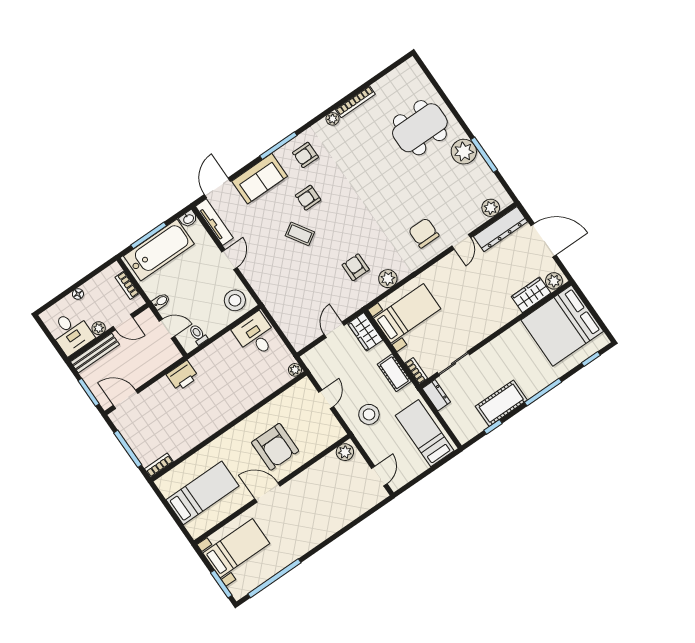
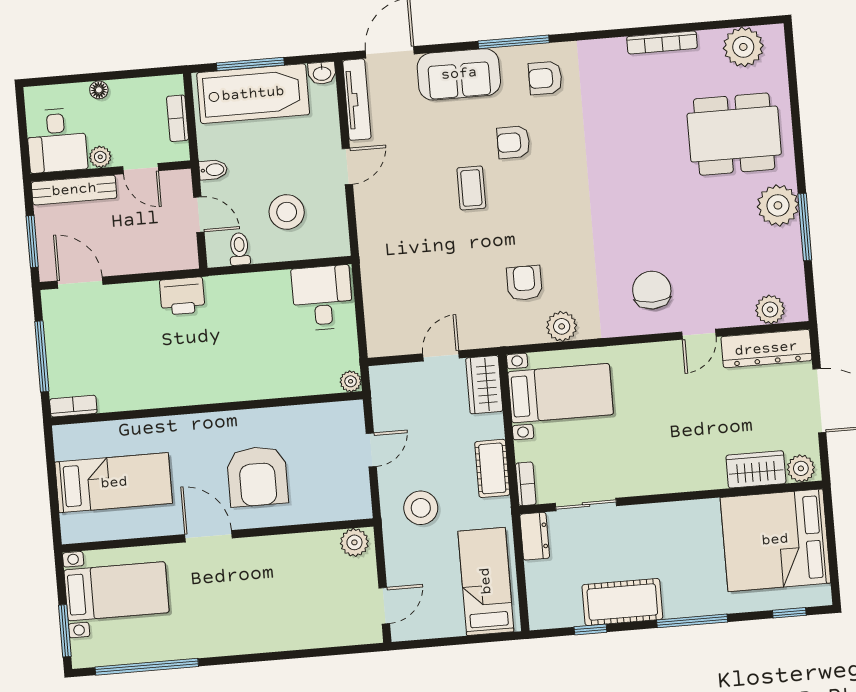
plant: (333, 119) -> (743, 47), moved, width x1.87, depth x1.87
coffee table: (300, 234) -> (471, 188), turned 32
stool: (235, 300) -> (287, 212), moved

